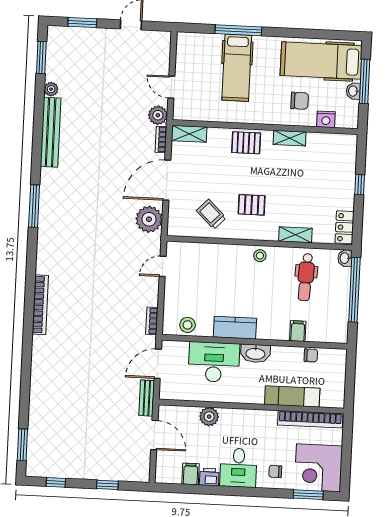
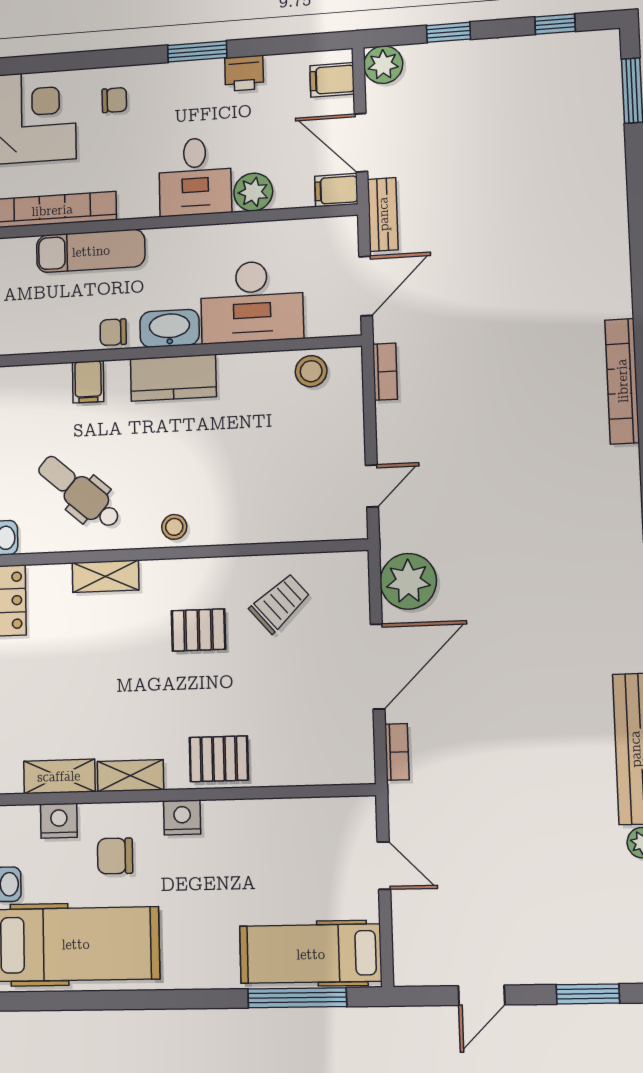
window: (238, 30) -> (297, 998), moved
hospital bed: (237, 68) -> (311, 954), moved, turned -90
plant: (158, 115) -> (383, 65), moved
nightstand: (266, 116) -> (182, 817), added
shelving: (189, 134) -> (59, 776), moved
trolley: (211, 214) -> (280, 603), turned -85
dental chair: (306, 277) -> (79, 492), turned -52
kitchen counter: (235, 328) -> (173, 378), moved
chair: (311, 355) -> (113, 332), moved
filing cabinet: (168, 413) -> (336, 190), added
desk: (238, 468) -> (195, 177), moved, turned 180
filing cabinet: (191, 474) -> (332, 80), moved, turned 90
window: (308, 495) -> (197, 52), moved

